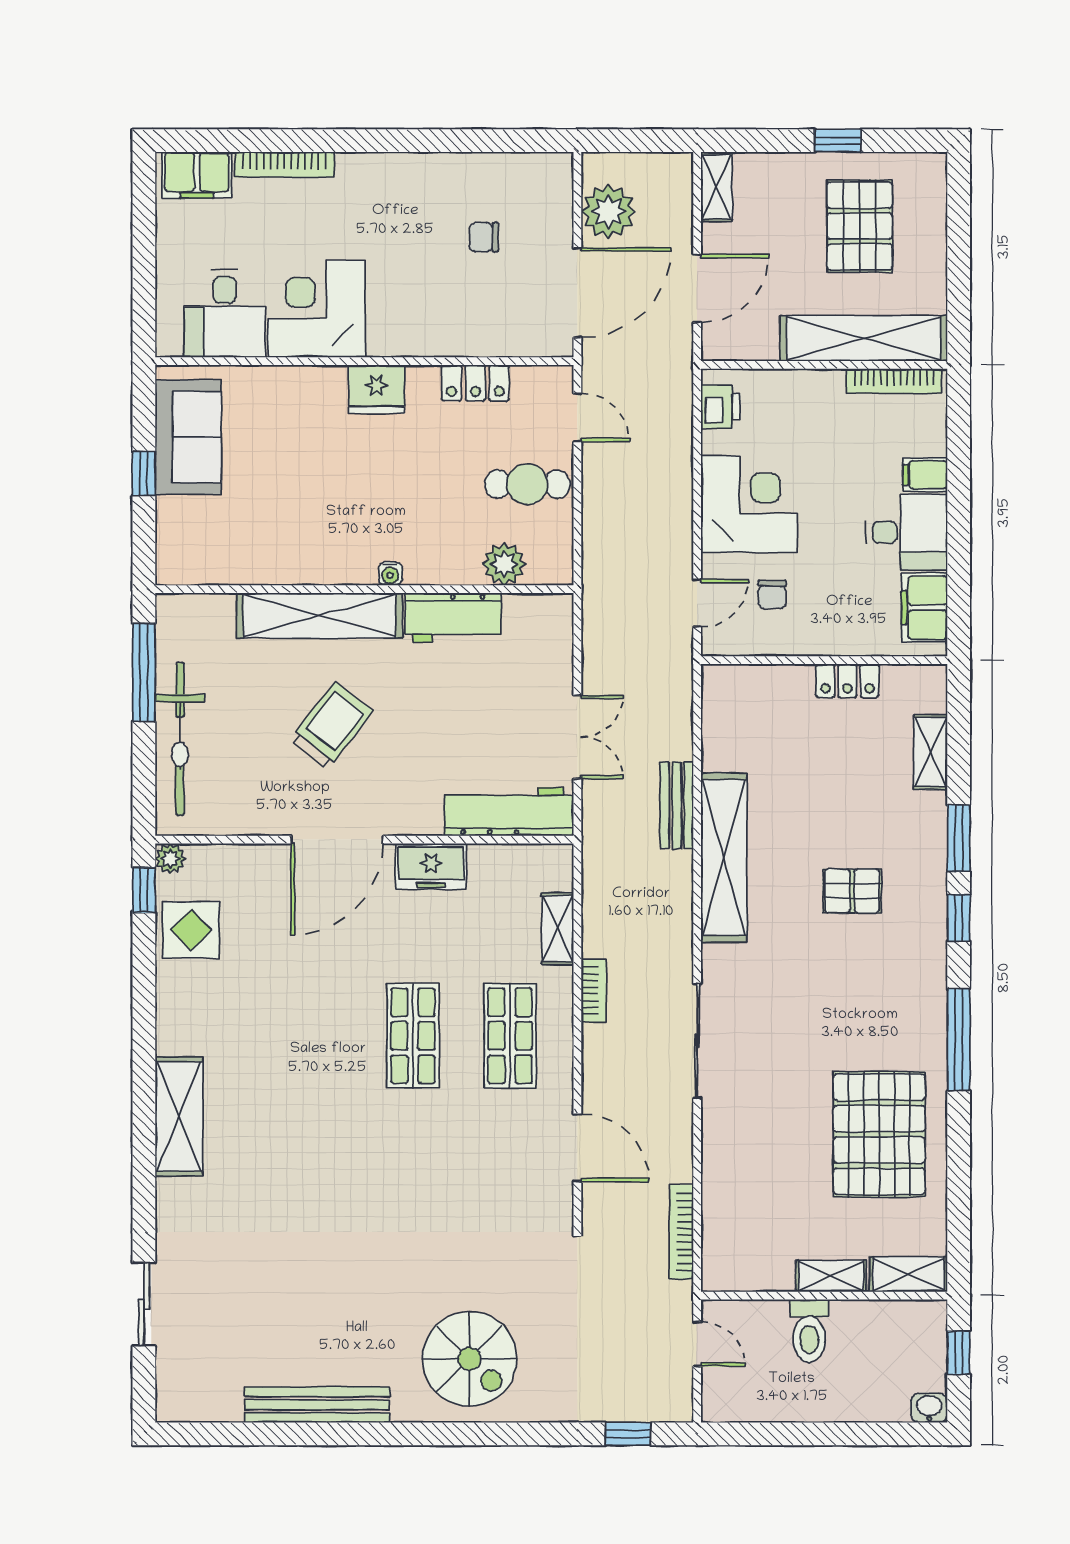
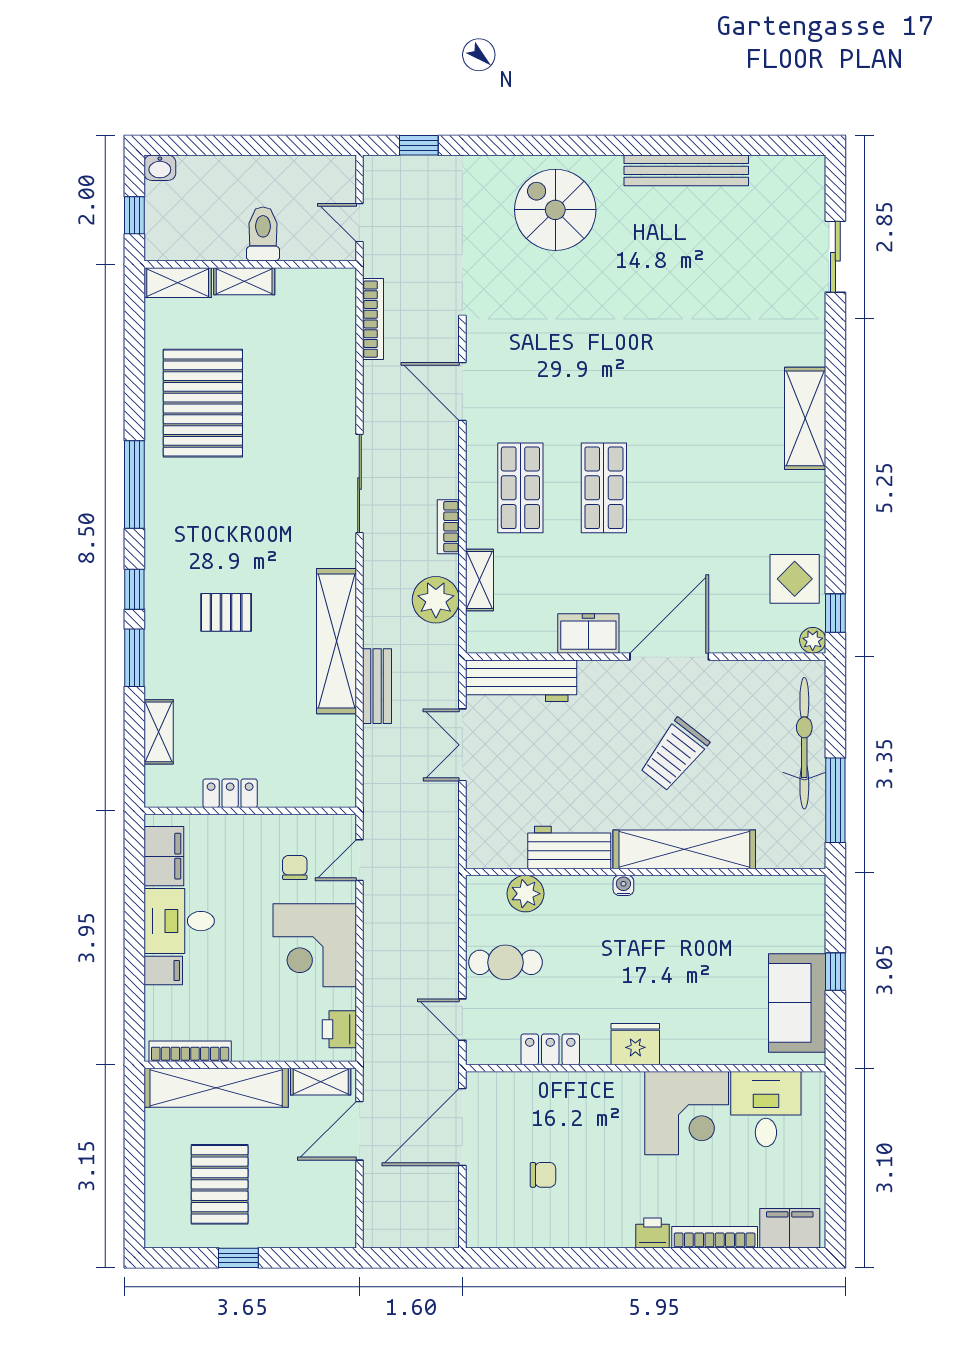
printer: (356, 169) -> (653, 1233), added
shelving: (716, 187) -> (321, 1082), moved, turned 90
plant: (608, 212) -> (436, 600), moved

